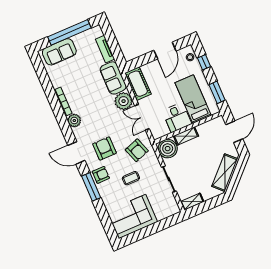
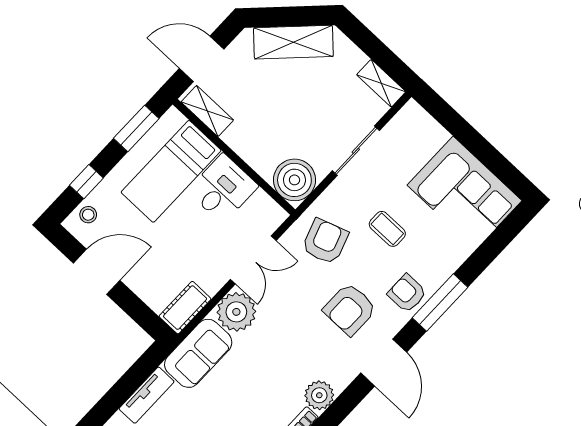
cot: (138, 84) -> (185, 308), width x0.73, depth x0.75
shelving: (186, 136) -> (207, 111), moved

